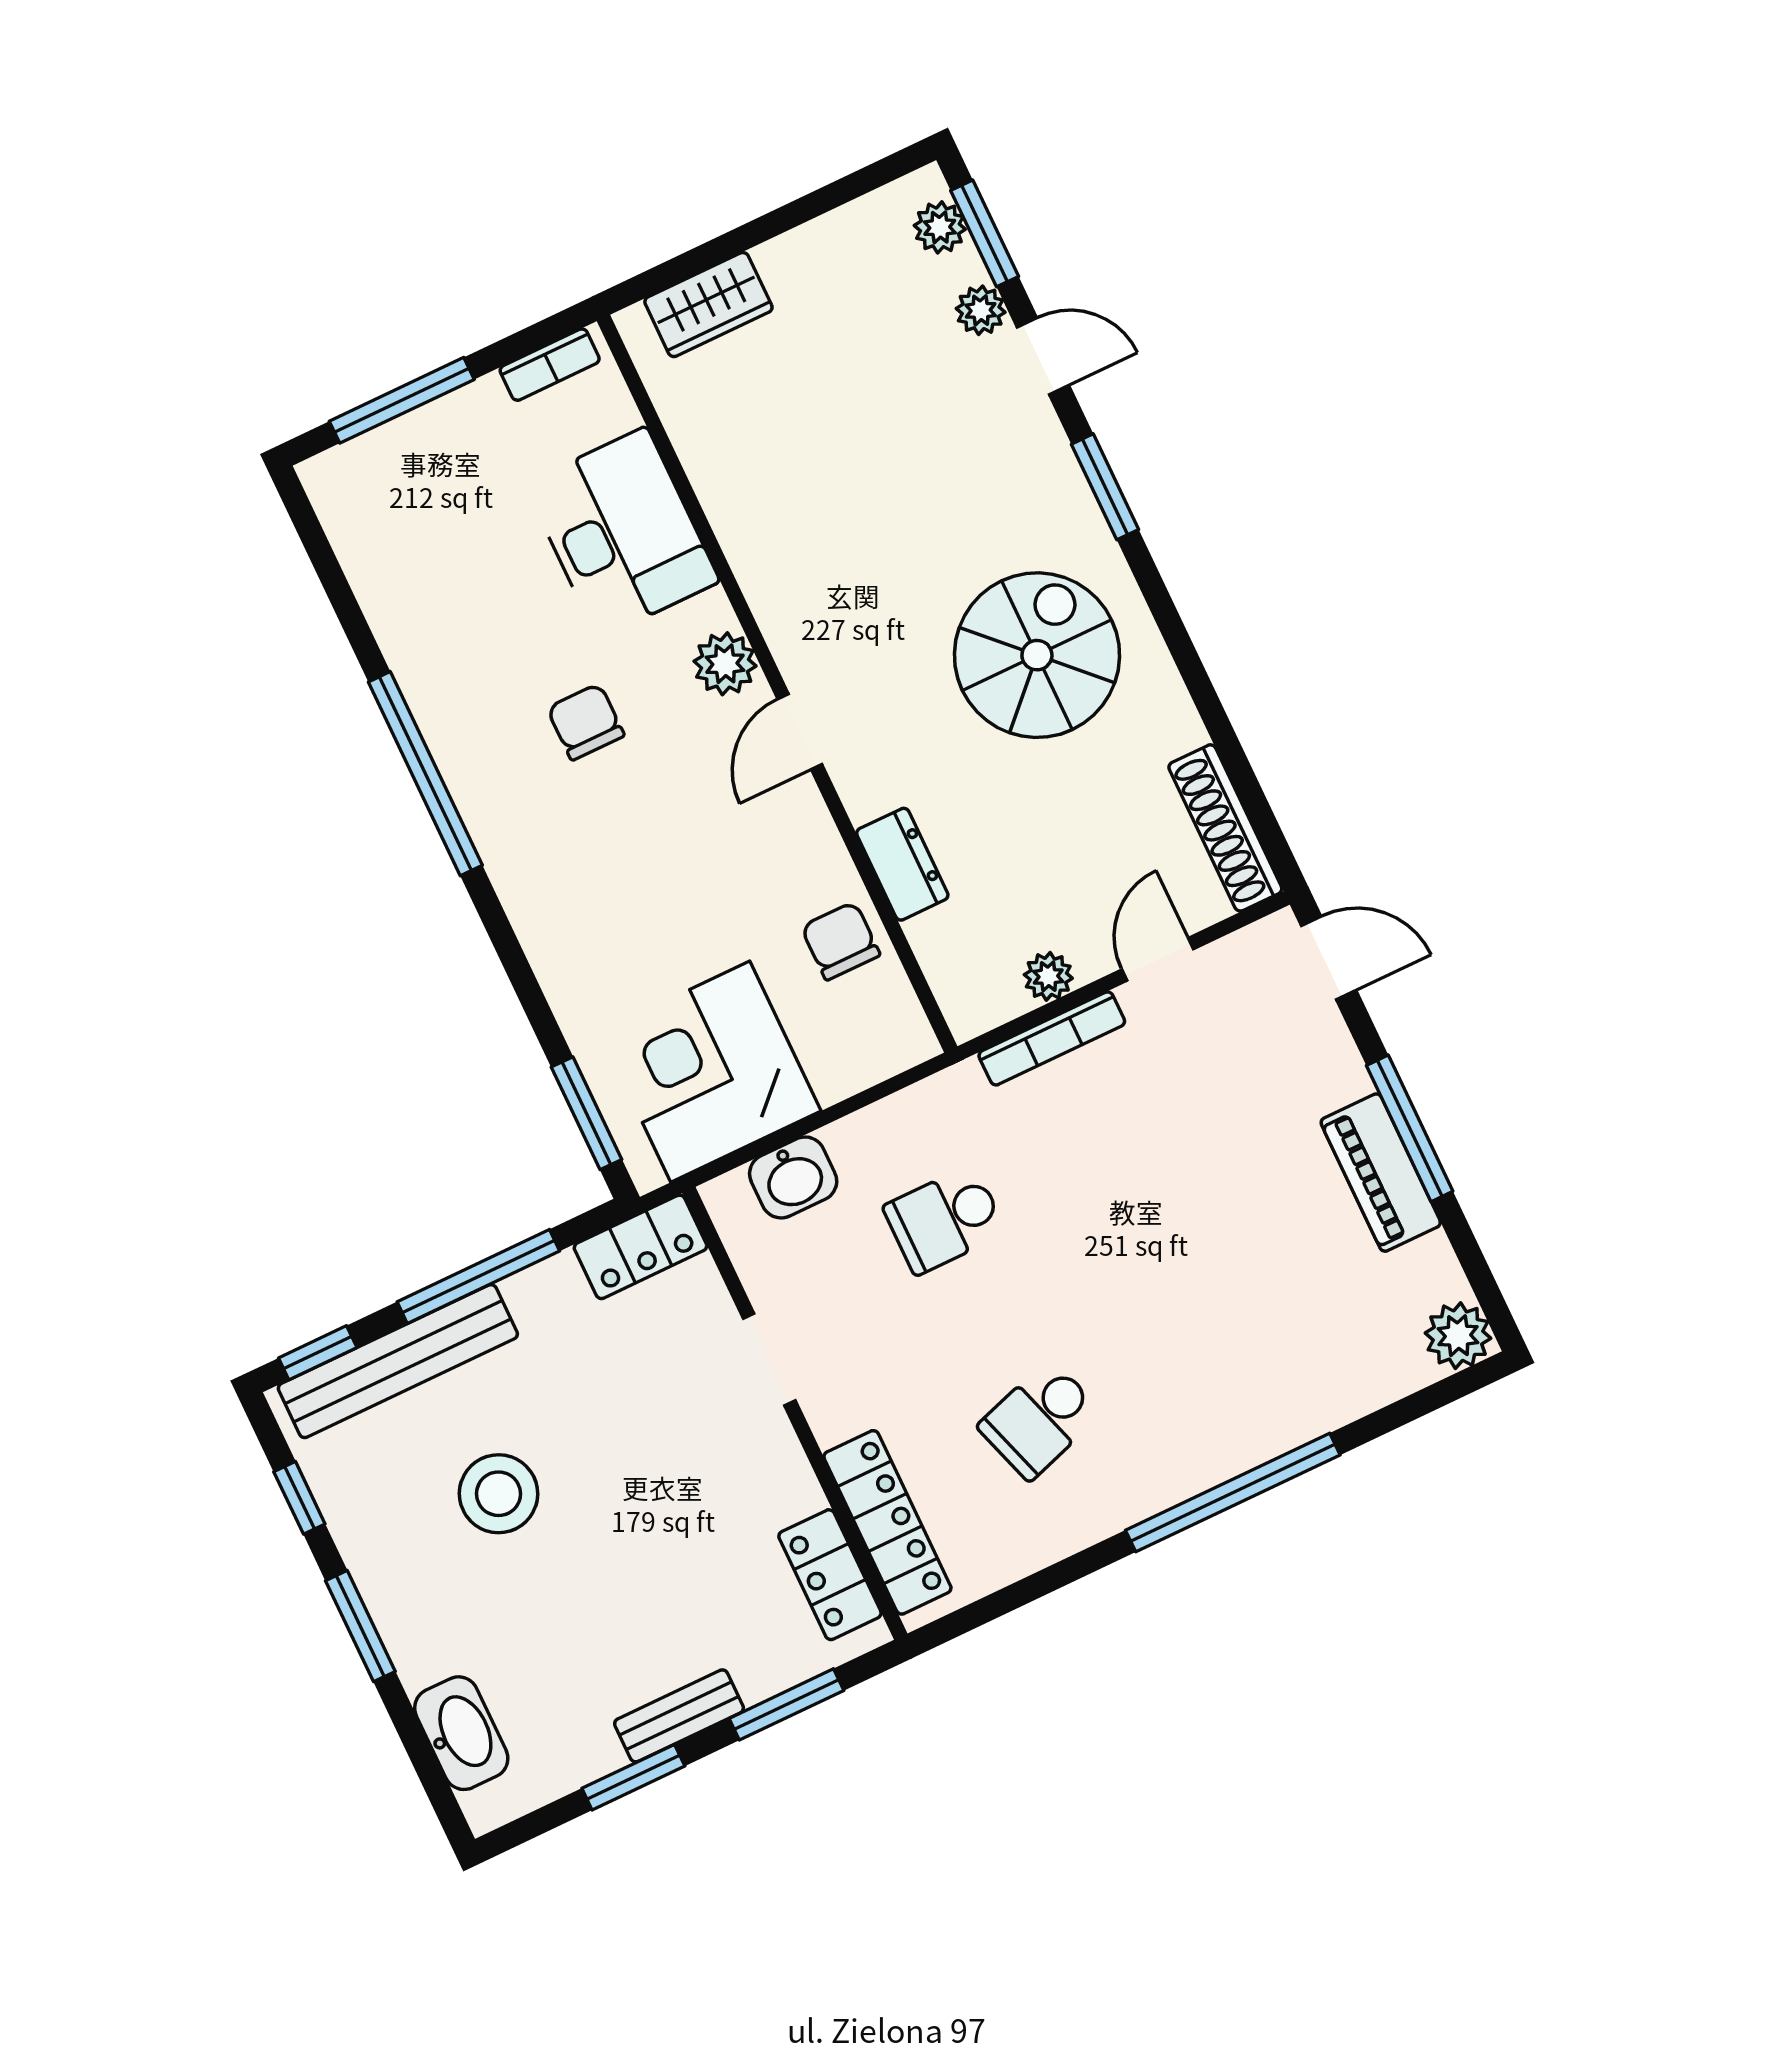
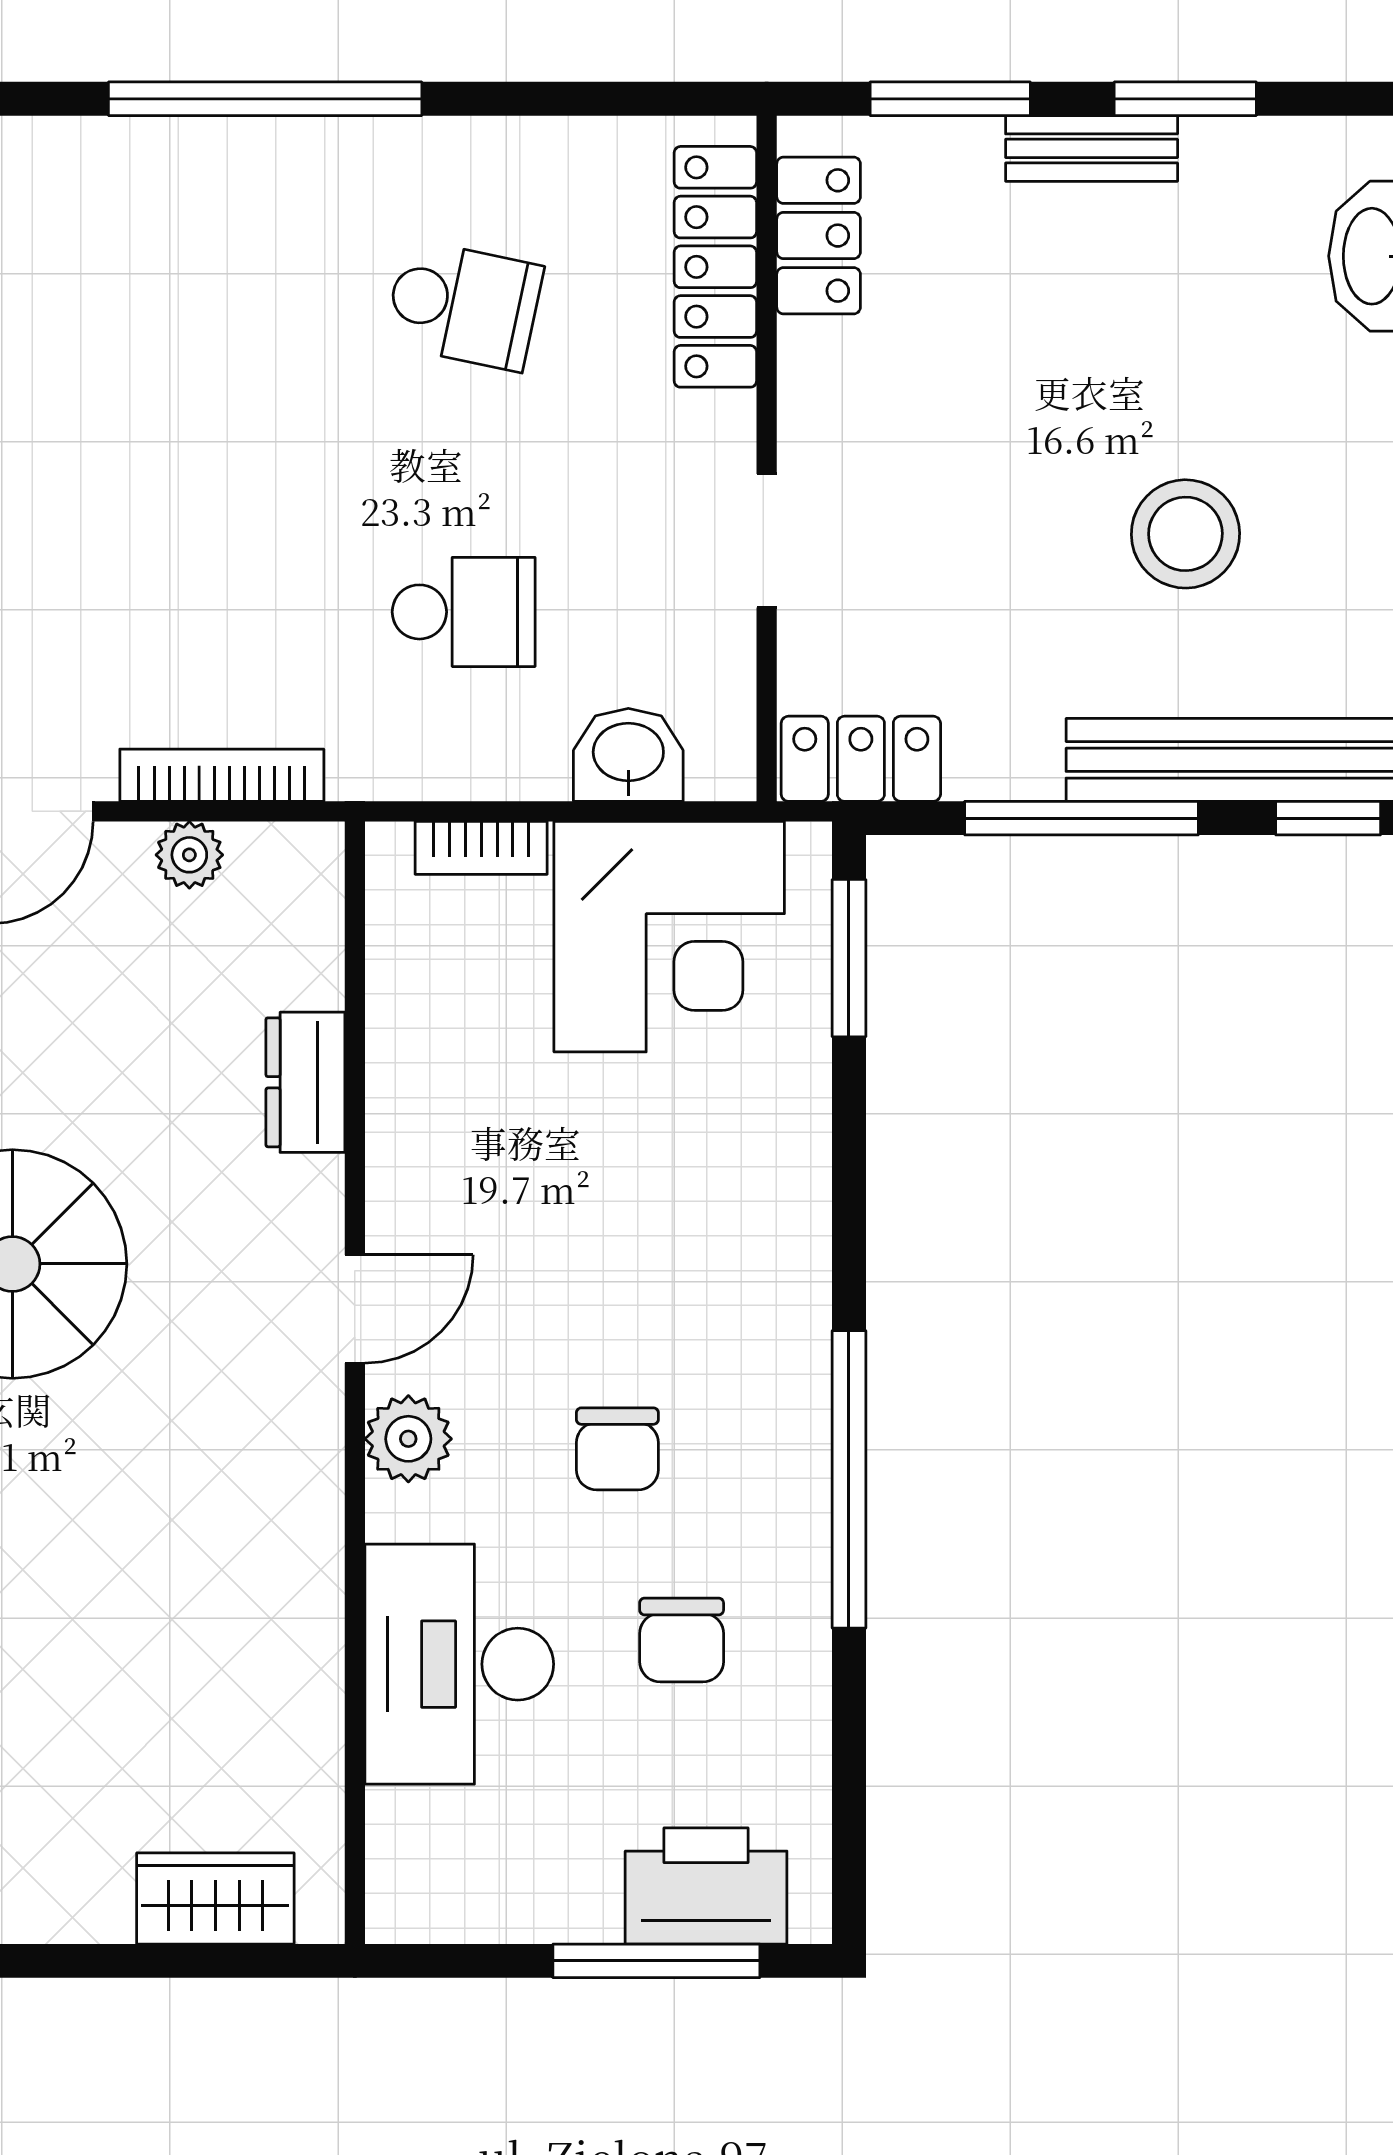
bookcase: (550, 365) -> (481, 848), moved, turned 180
printer: (393, 464) -> (706, 1886), added
chair: (841, 941) -> (682, 1640), moved
school desk: (1040, 1420) -> (464, 305), turned 30

